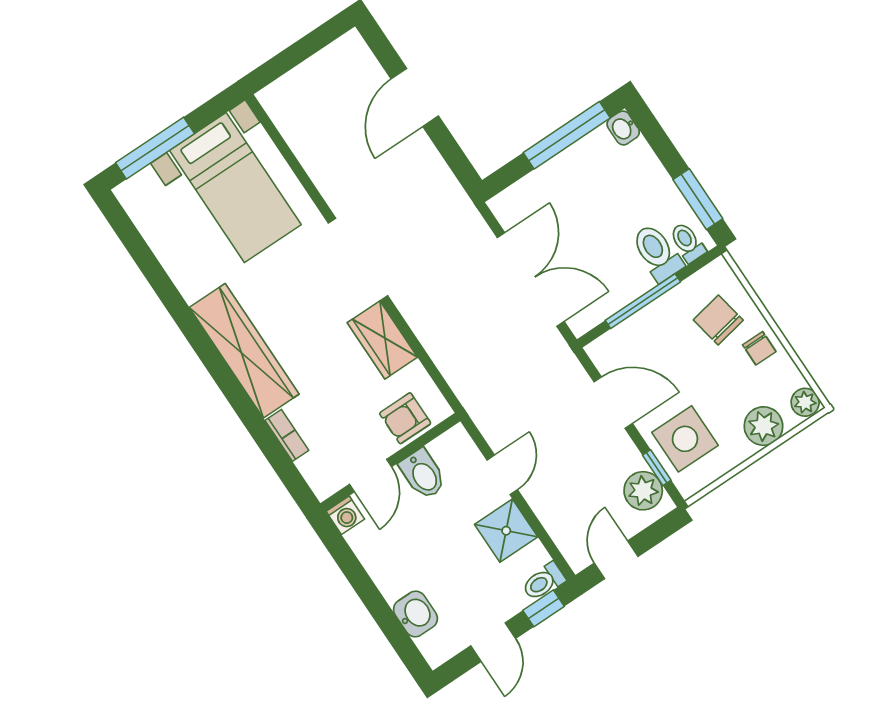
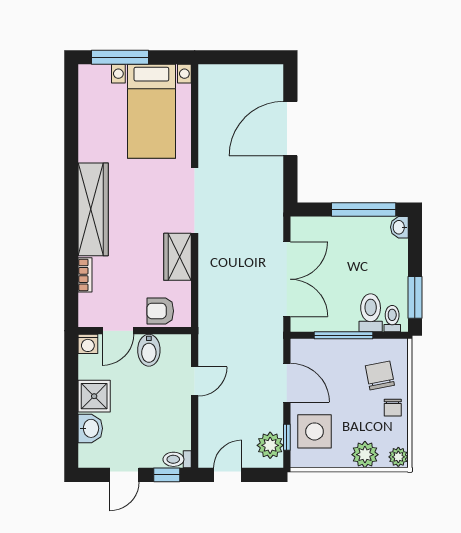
door: (415, 97) -> (290, 129), width x1.36
shower: (506, 531) -> (94, 396), moved

